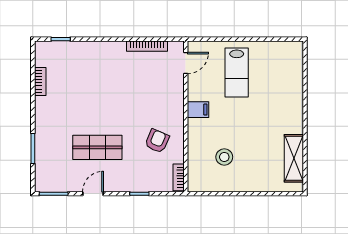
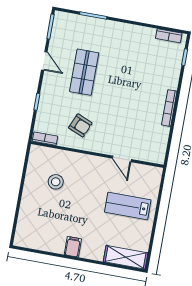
bookcase: (147, 46) -> (169, 108), moved
door: (186, 63) -> (122, 159), moved
bookcase: (40, 81) -> (169, 36), moved
filing cabinet: (198, 110) -> (73, 247), moved, turned 180
shelving: (294, 158) -> (126, 257), moved

